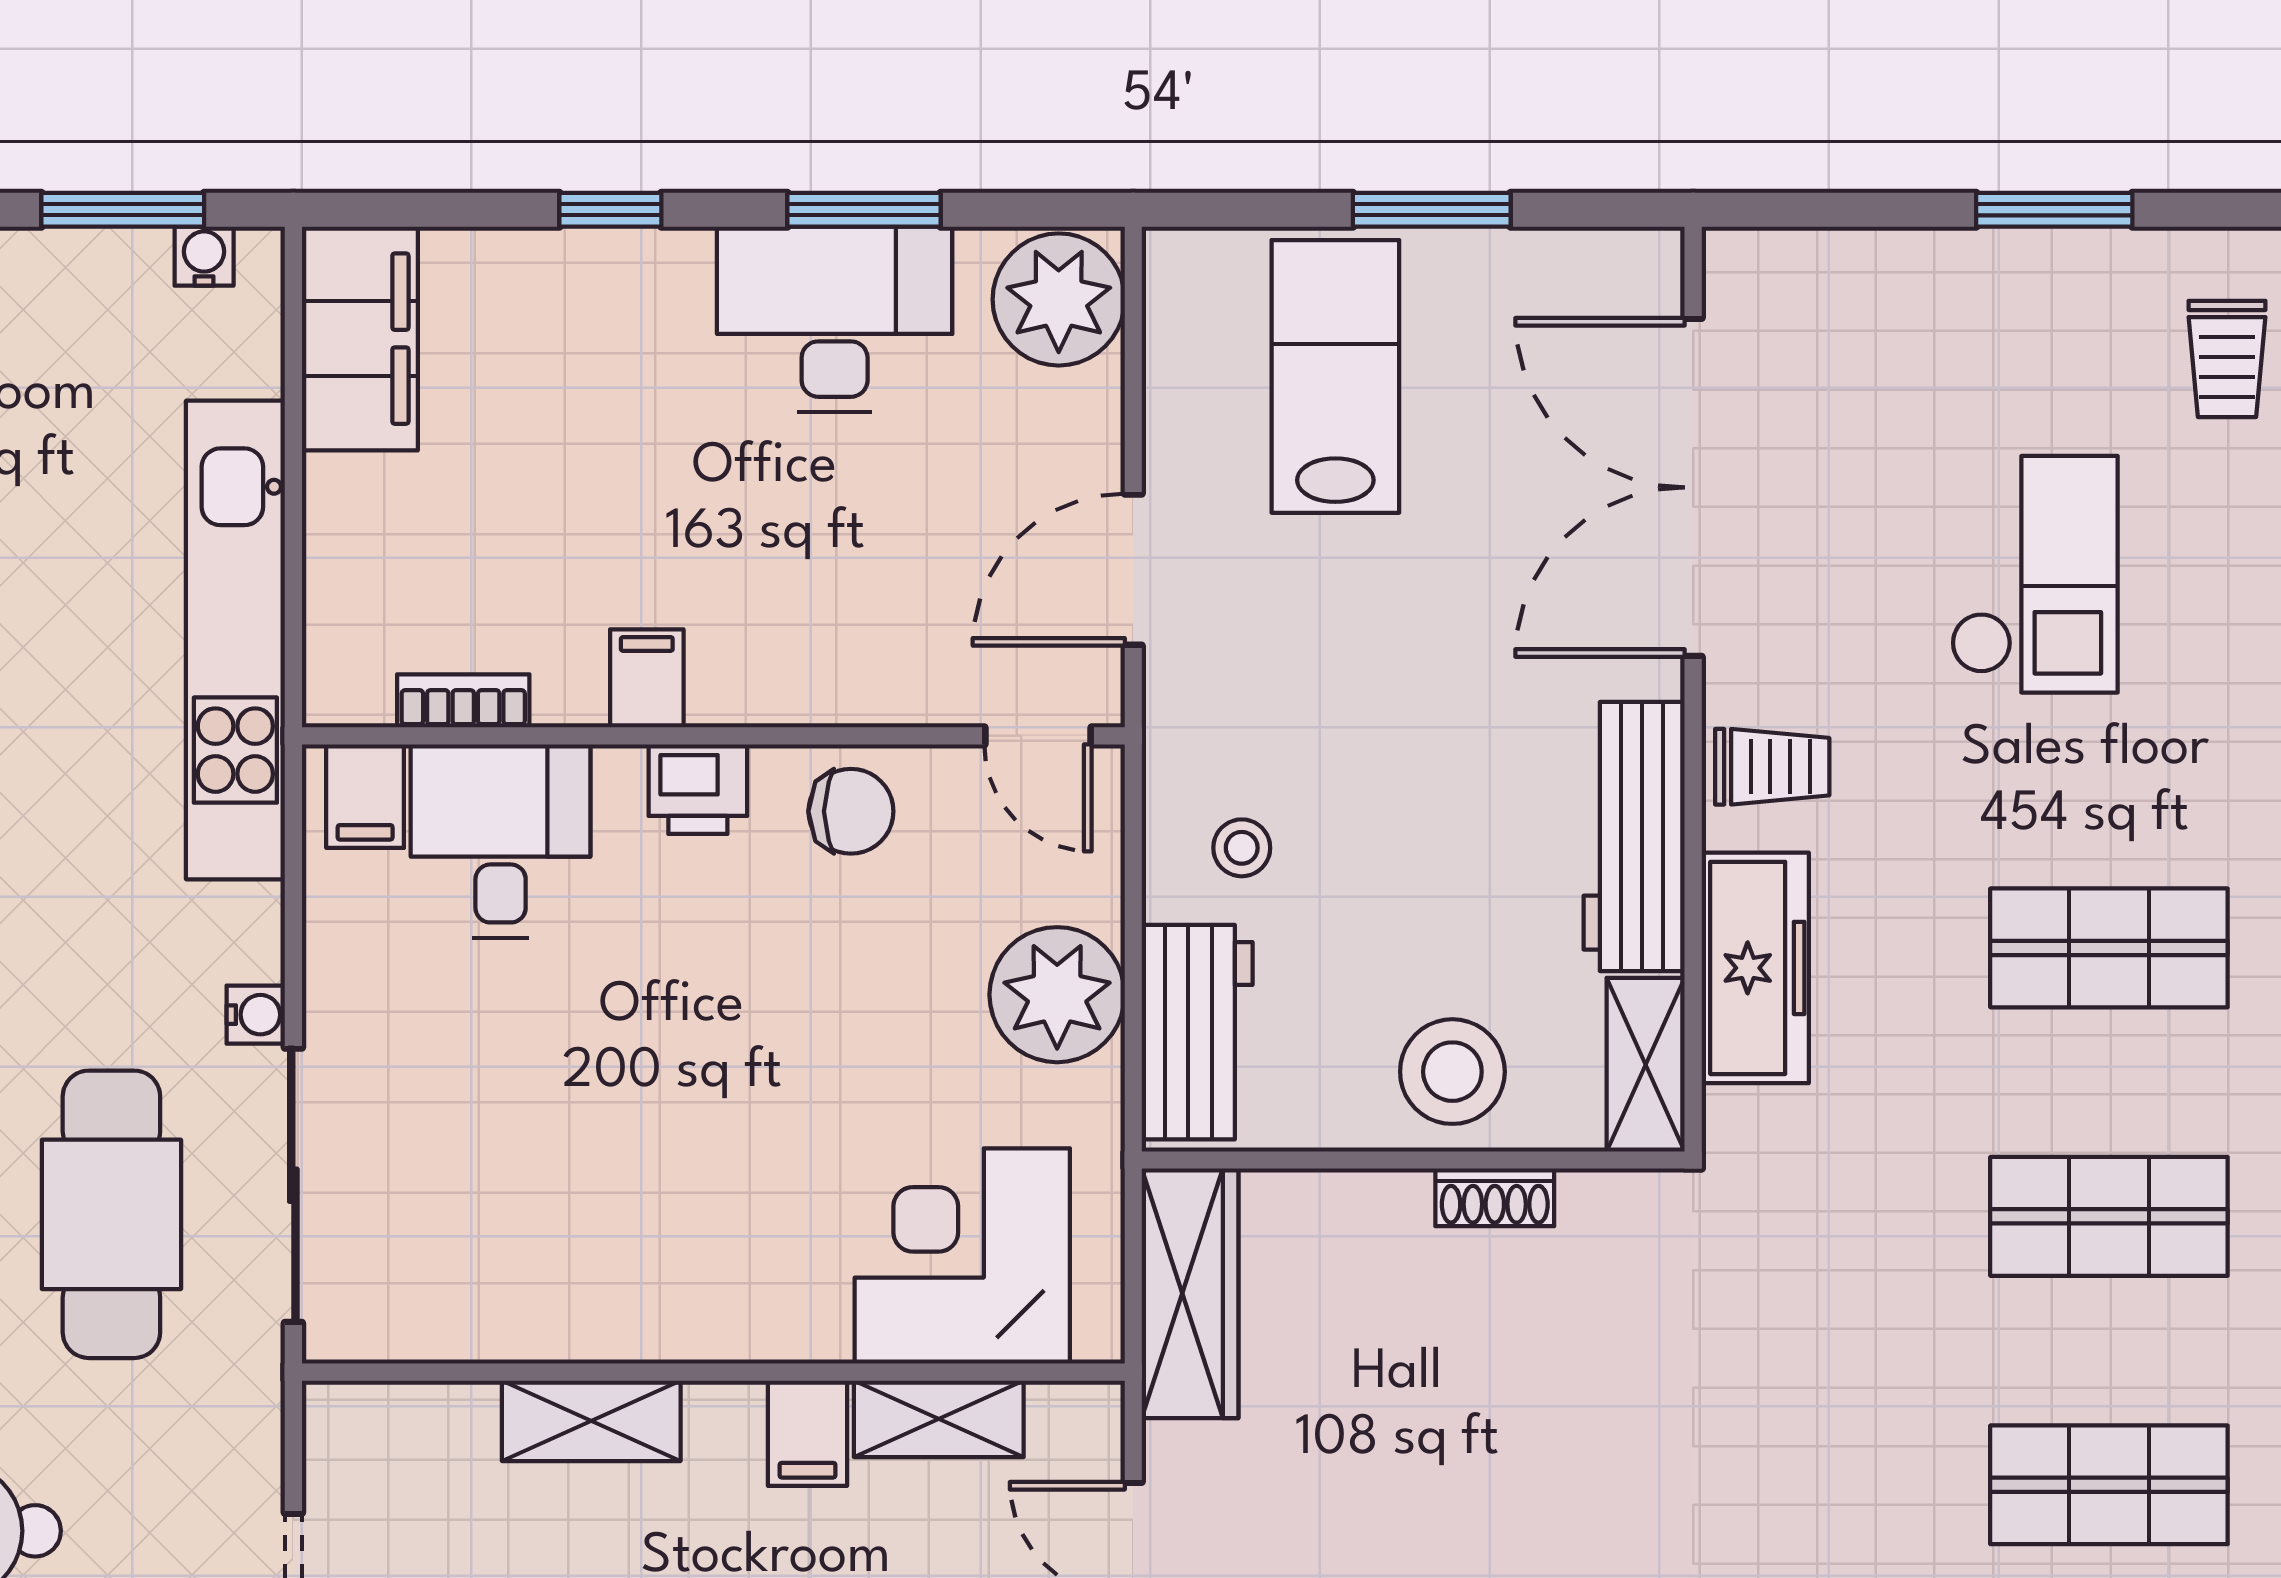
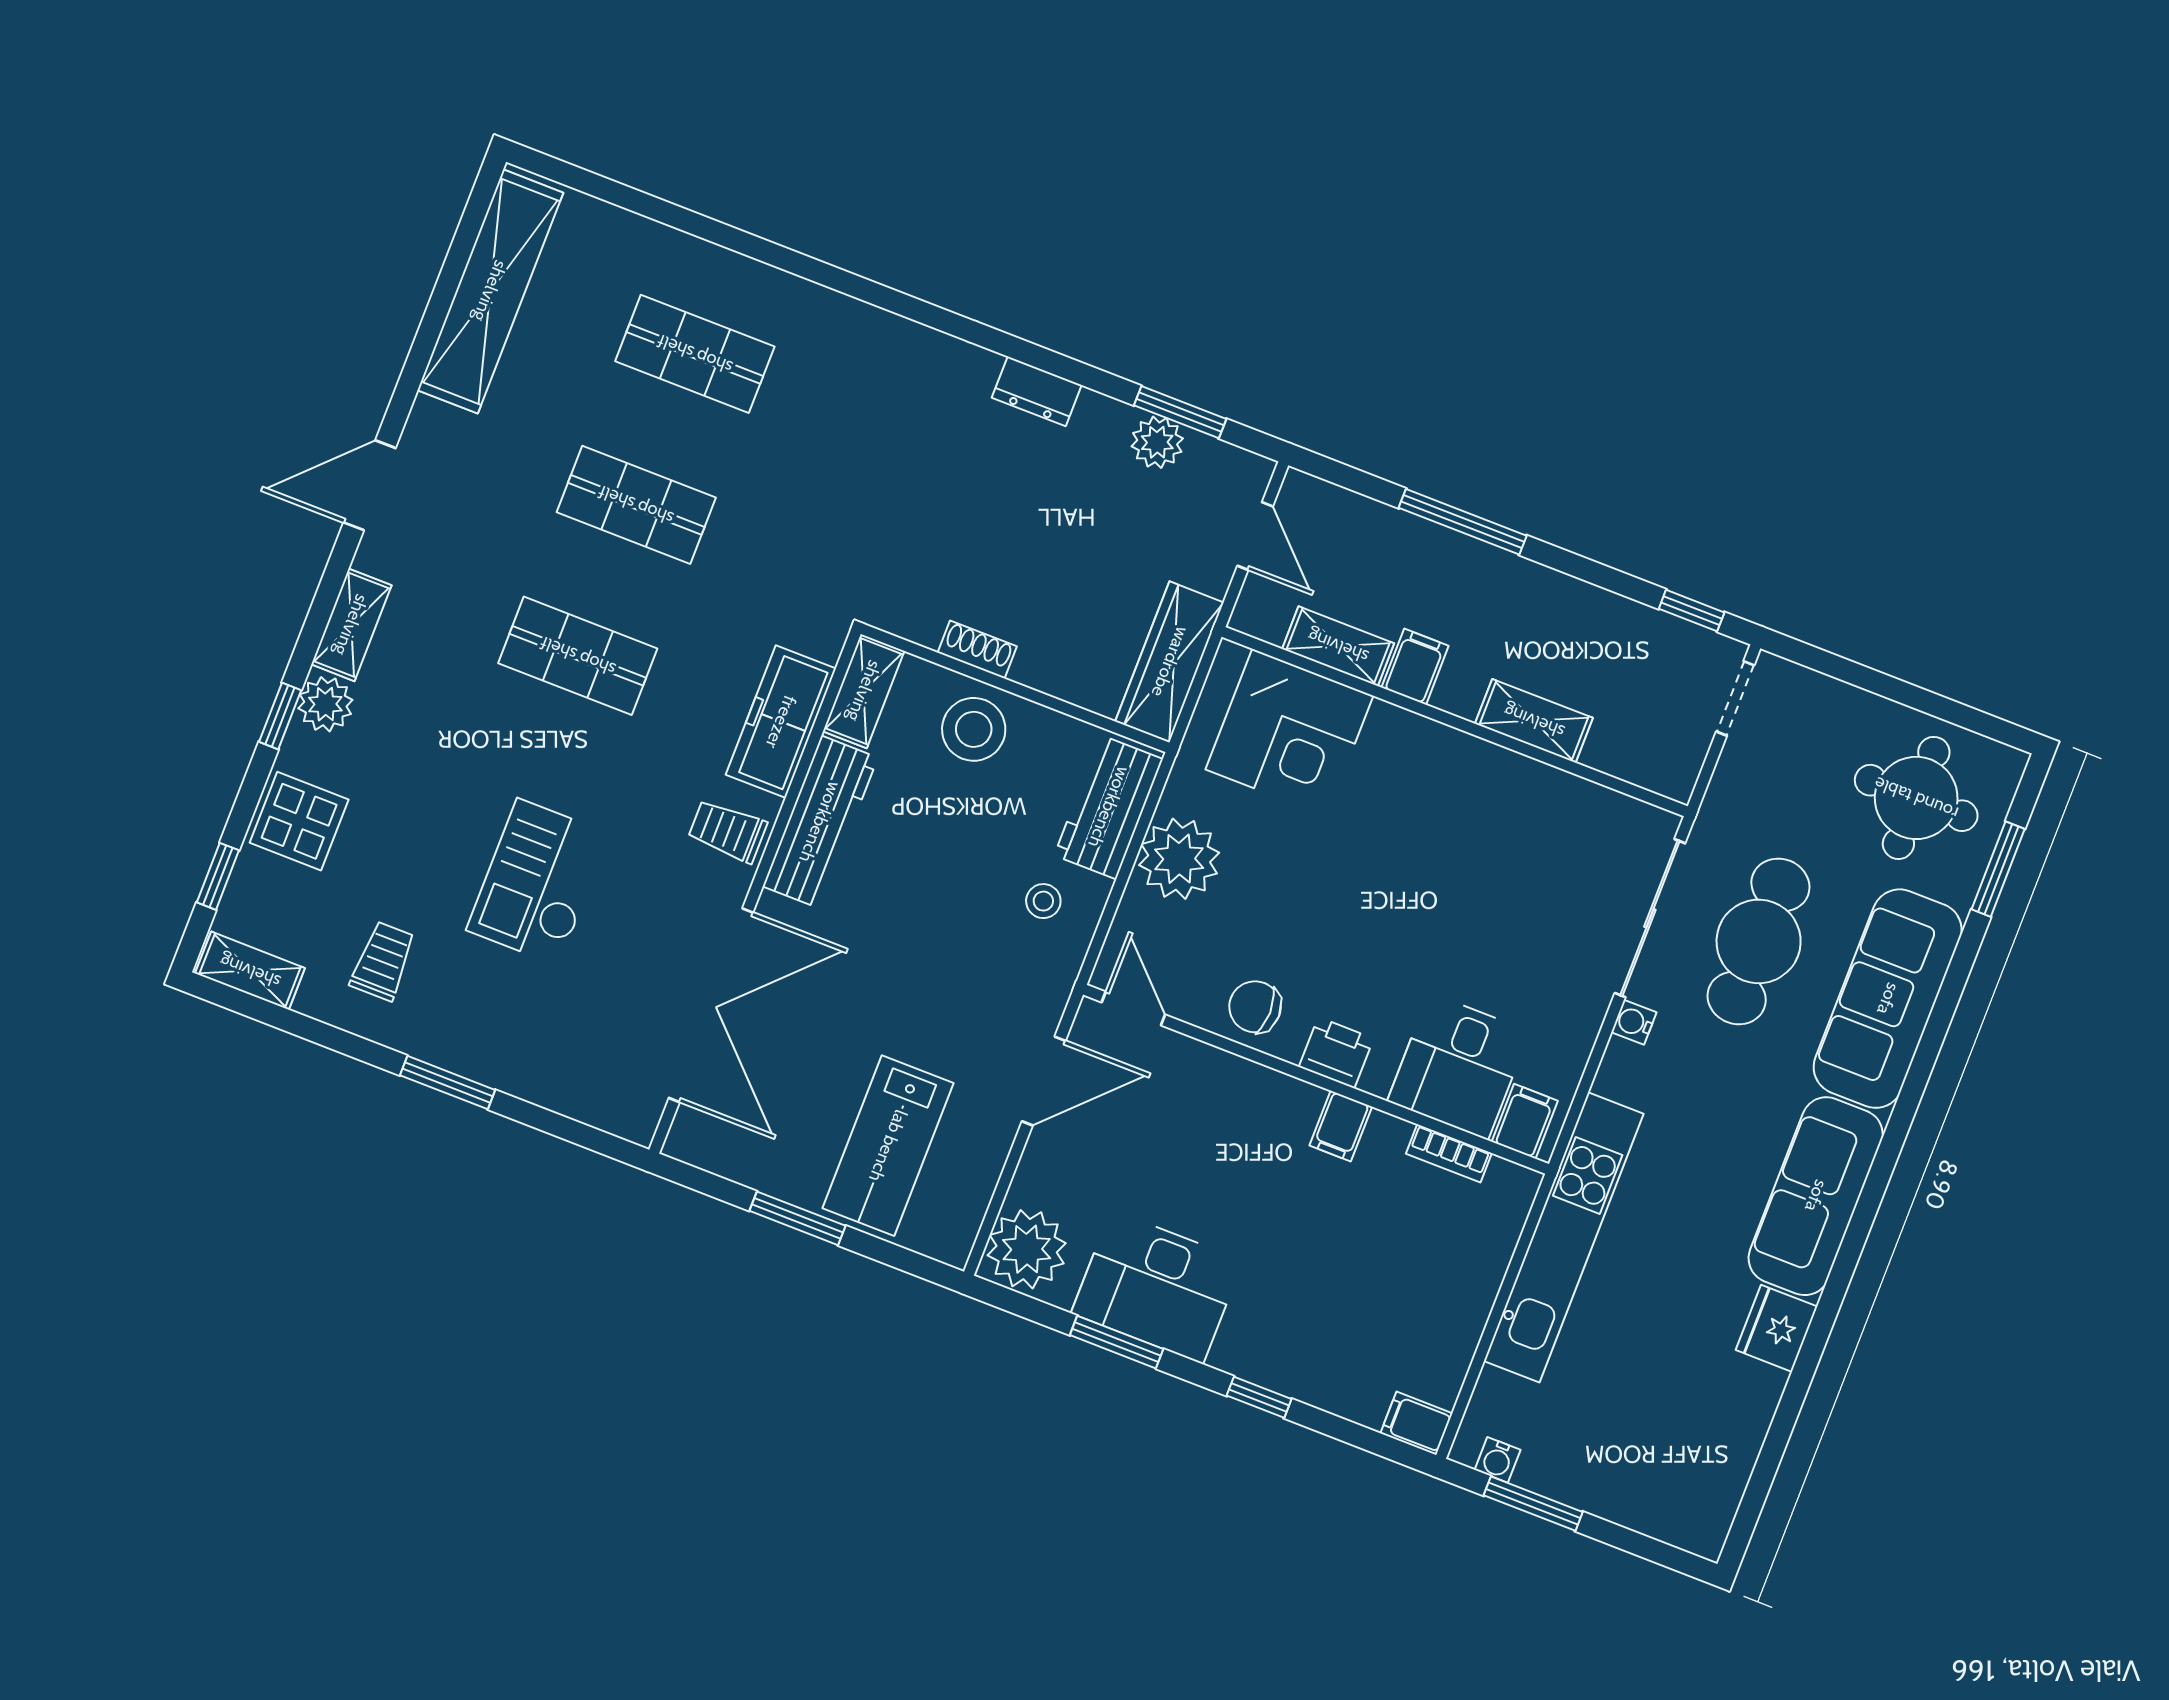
filing cabinet: (360, 339) -> (1416, 1423), width x0.33, depth x0.86

